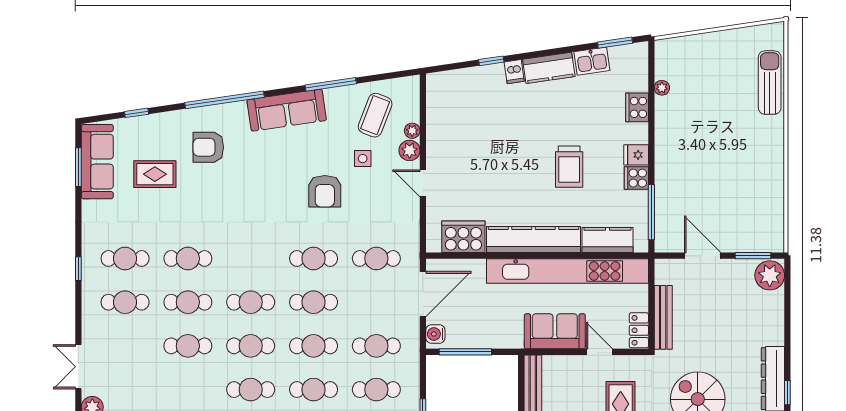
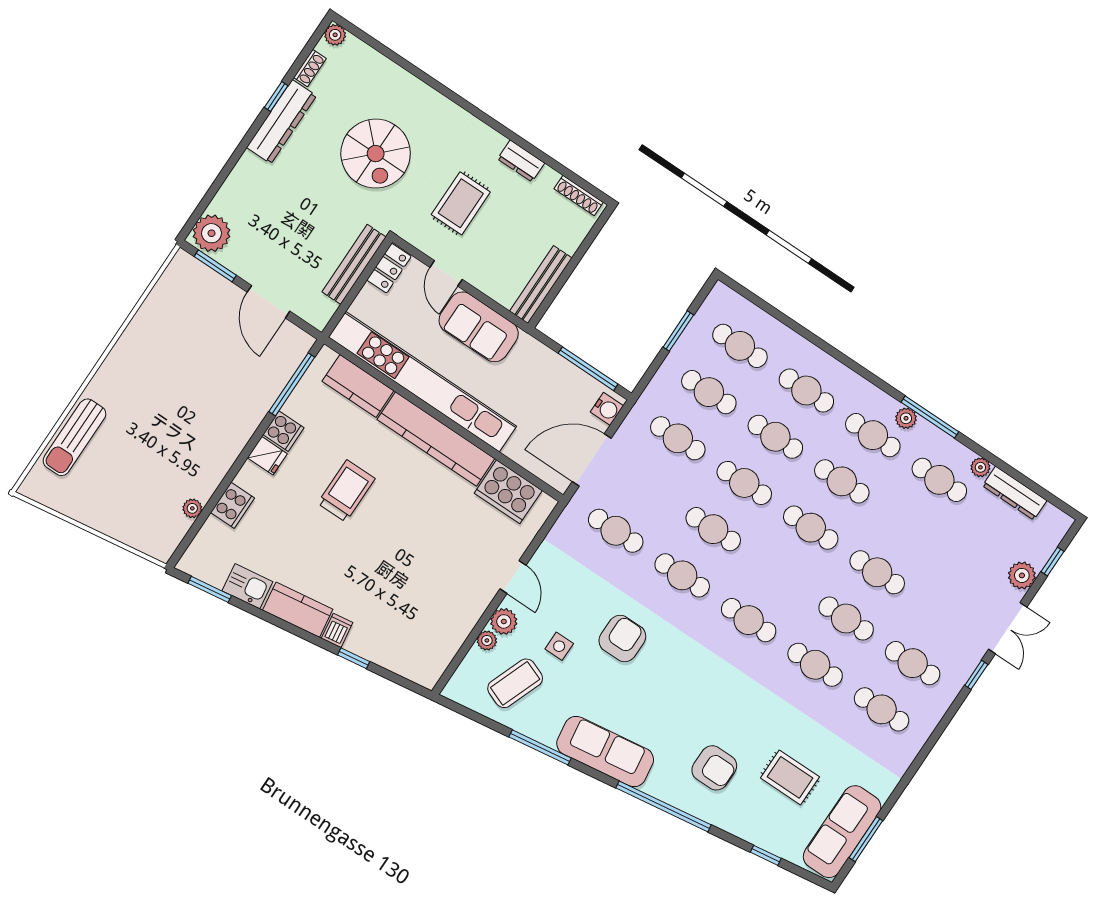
window: (78, 269) -> (976, 675), moved
cafe table: (251, 302) -> (749, 620), moved

